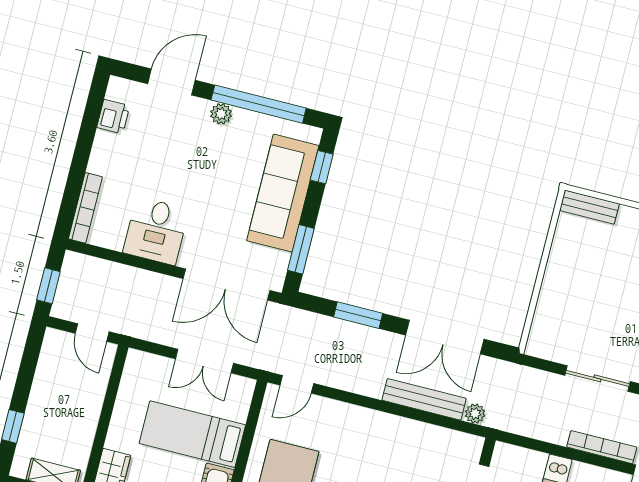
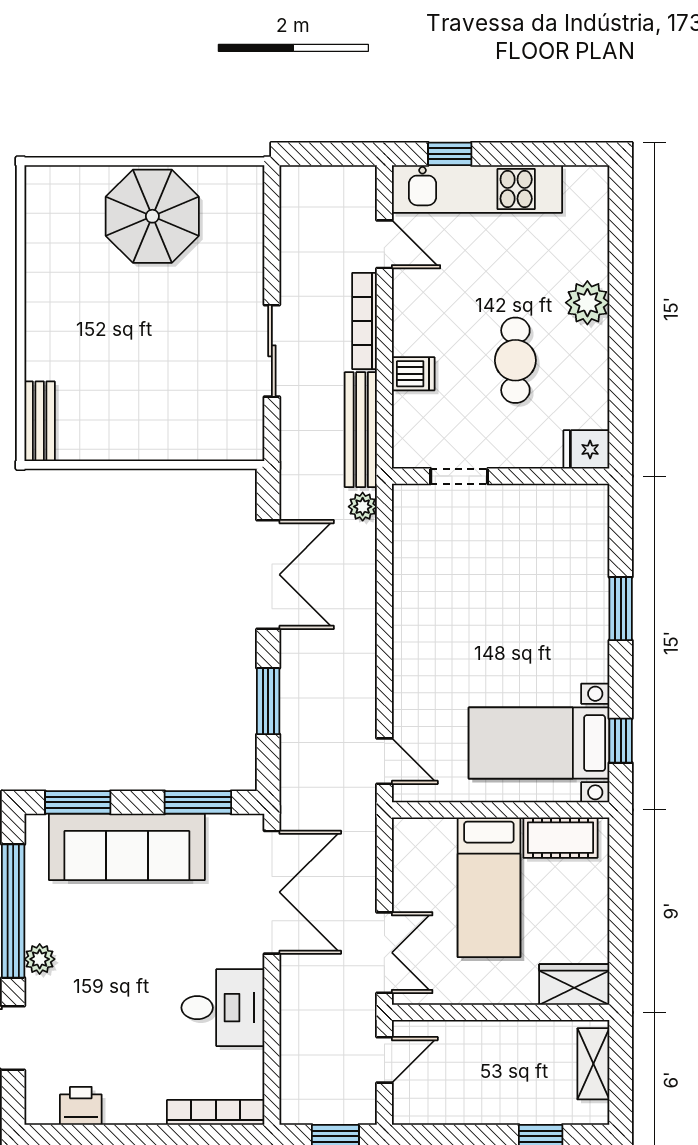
window: (322, 167) -> (78, 802), width x1.50
double door: (204, 361) -> (384, 953), moved
bench: (424, 399) -> (361, 430), moved

